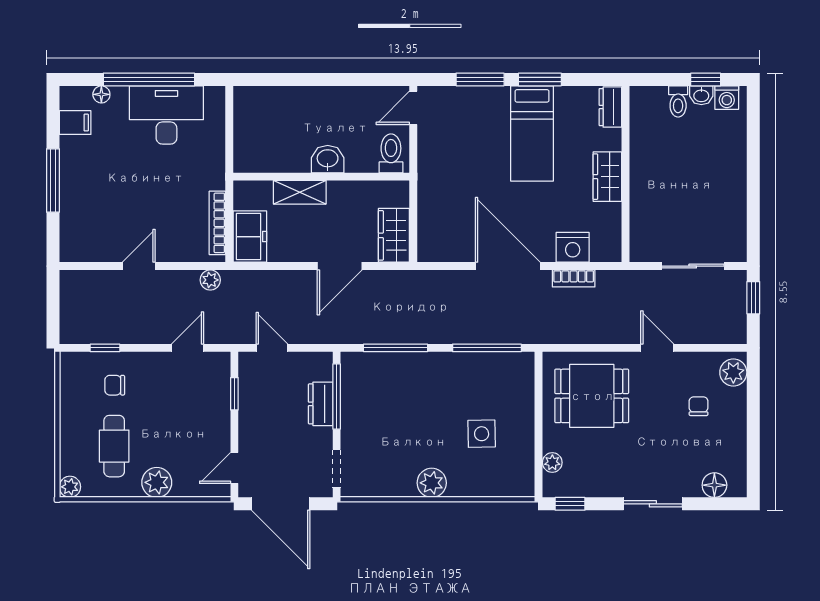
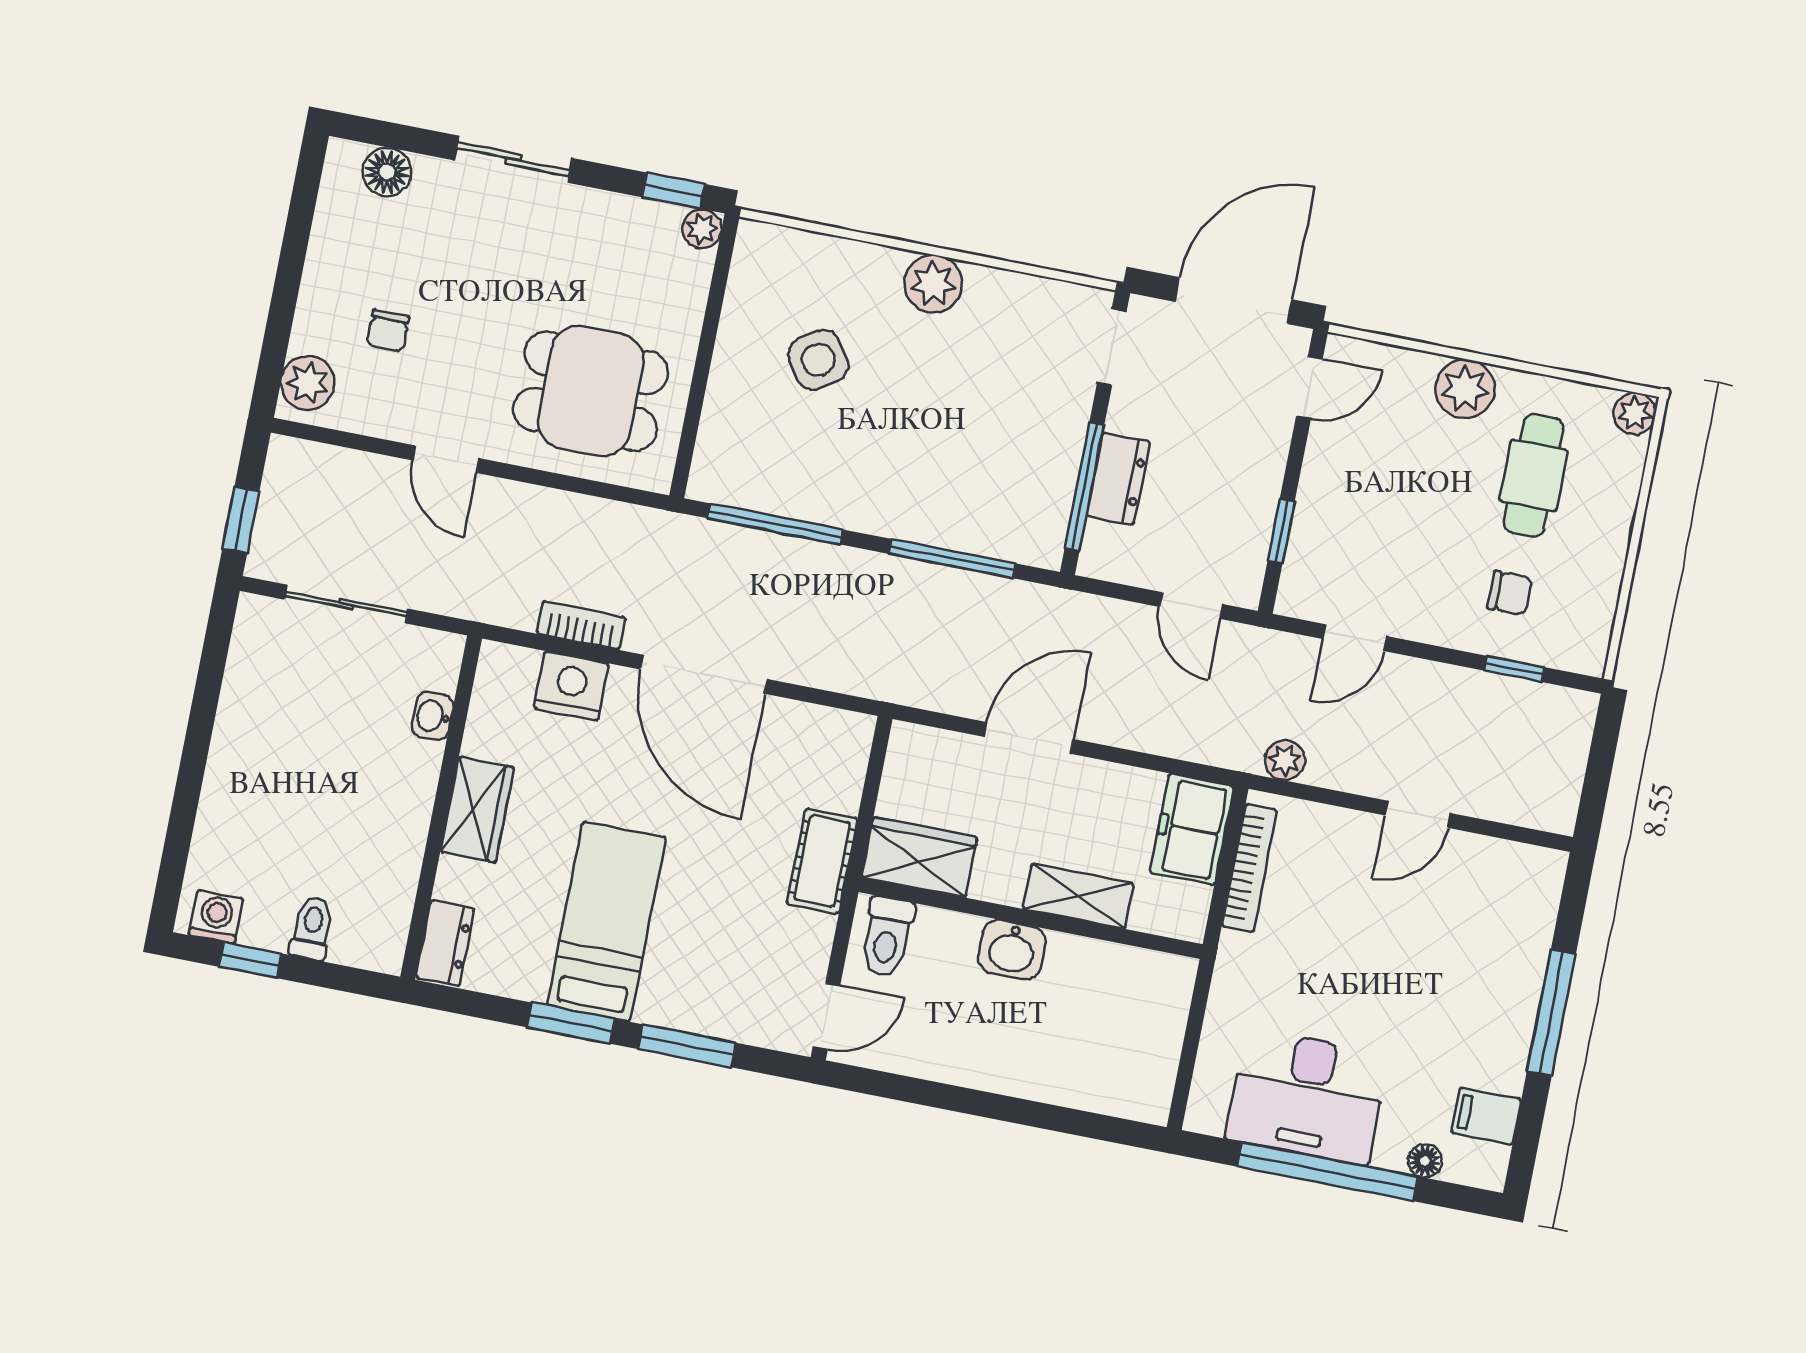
washbasin: (701, 95) -> (433, 716), moved, turned -90
cot: (431, 185) -> (822, 861), added
wardrobe: (394, 235) -> (919, 857), moved, turned -90
side table: (482, 434) -> (818, 360), turned -33
plant: (552, 463) -> (702, 229), moved
door: (281, 504) -> (1234, 301), hinge flipped

